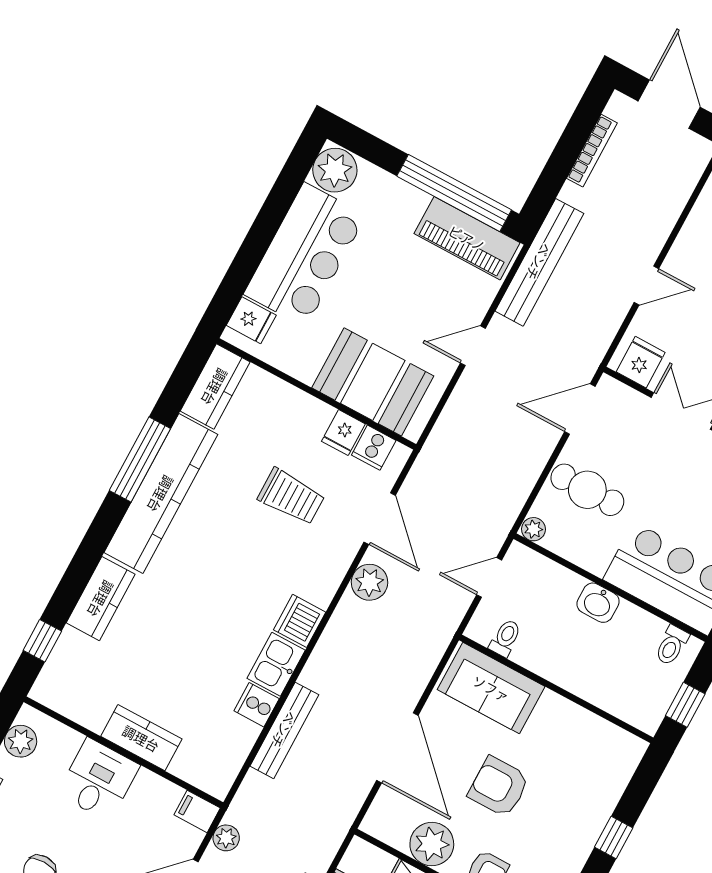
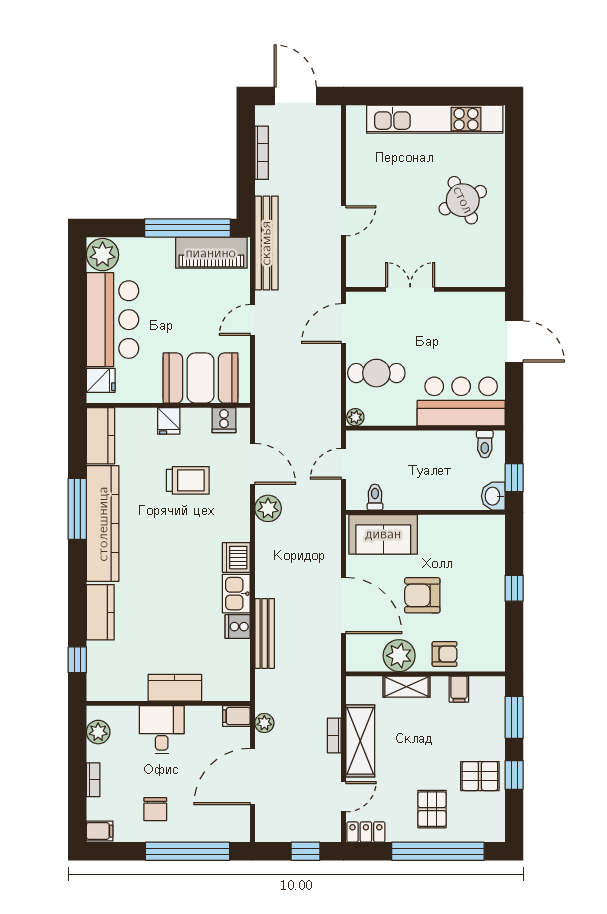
fridge: (641, 362) -> (366, 272), removed
fridge: (343, 433) -> (169, 421), moved
washbasin: (598, 603) -> (493, 496), moved, turned 90

